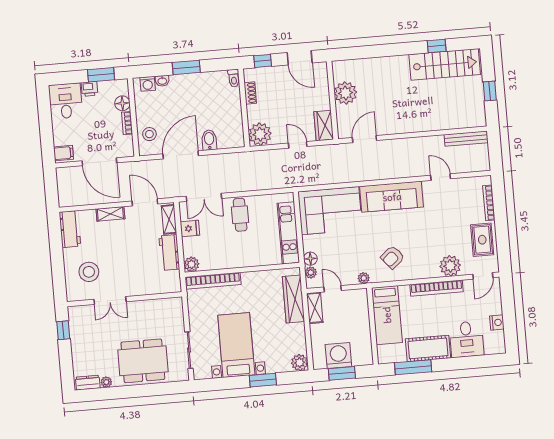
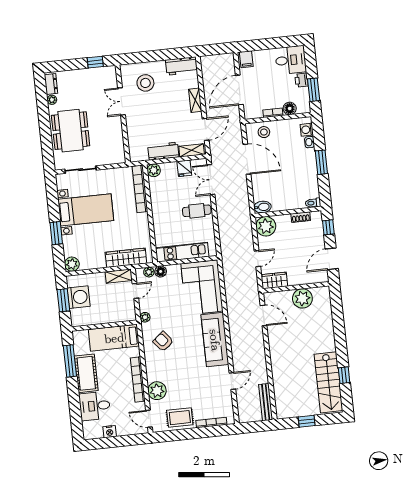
bidet: (209, 140) -> (262, 207), moved

